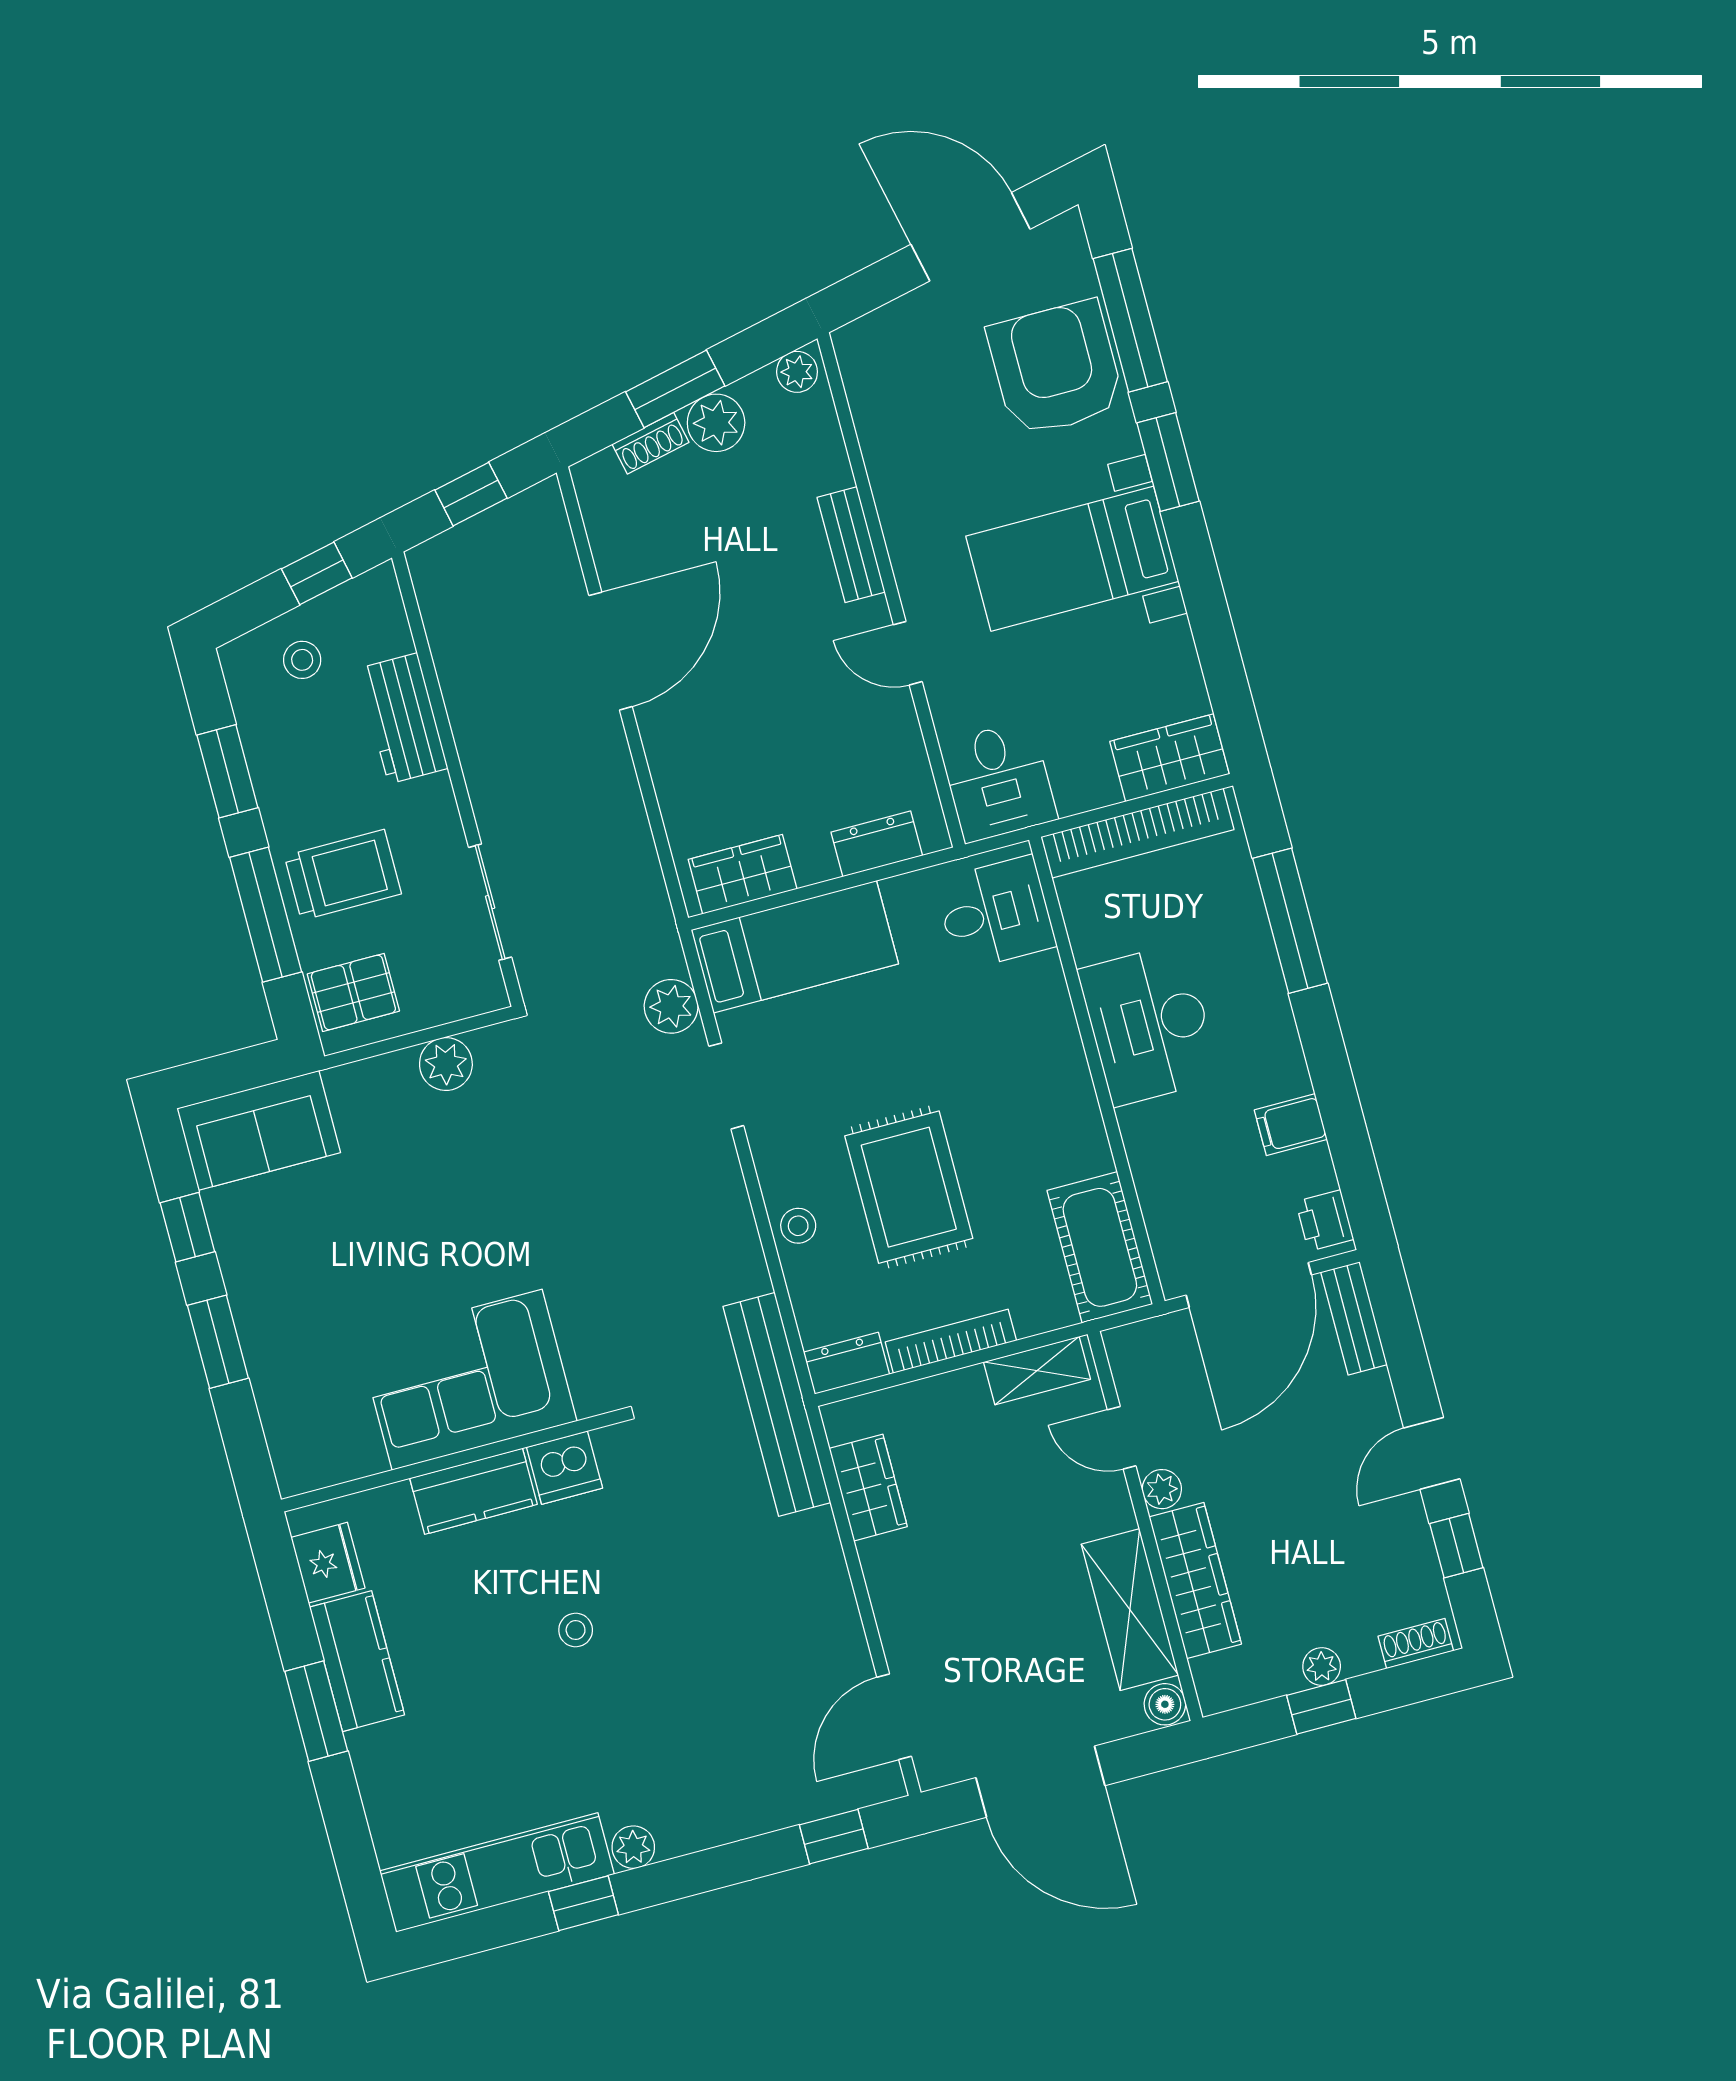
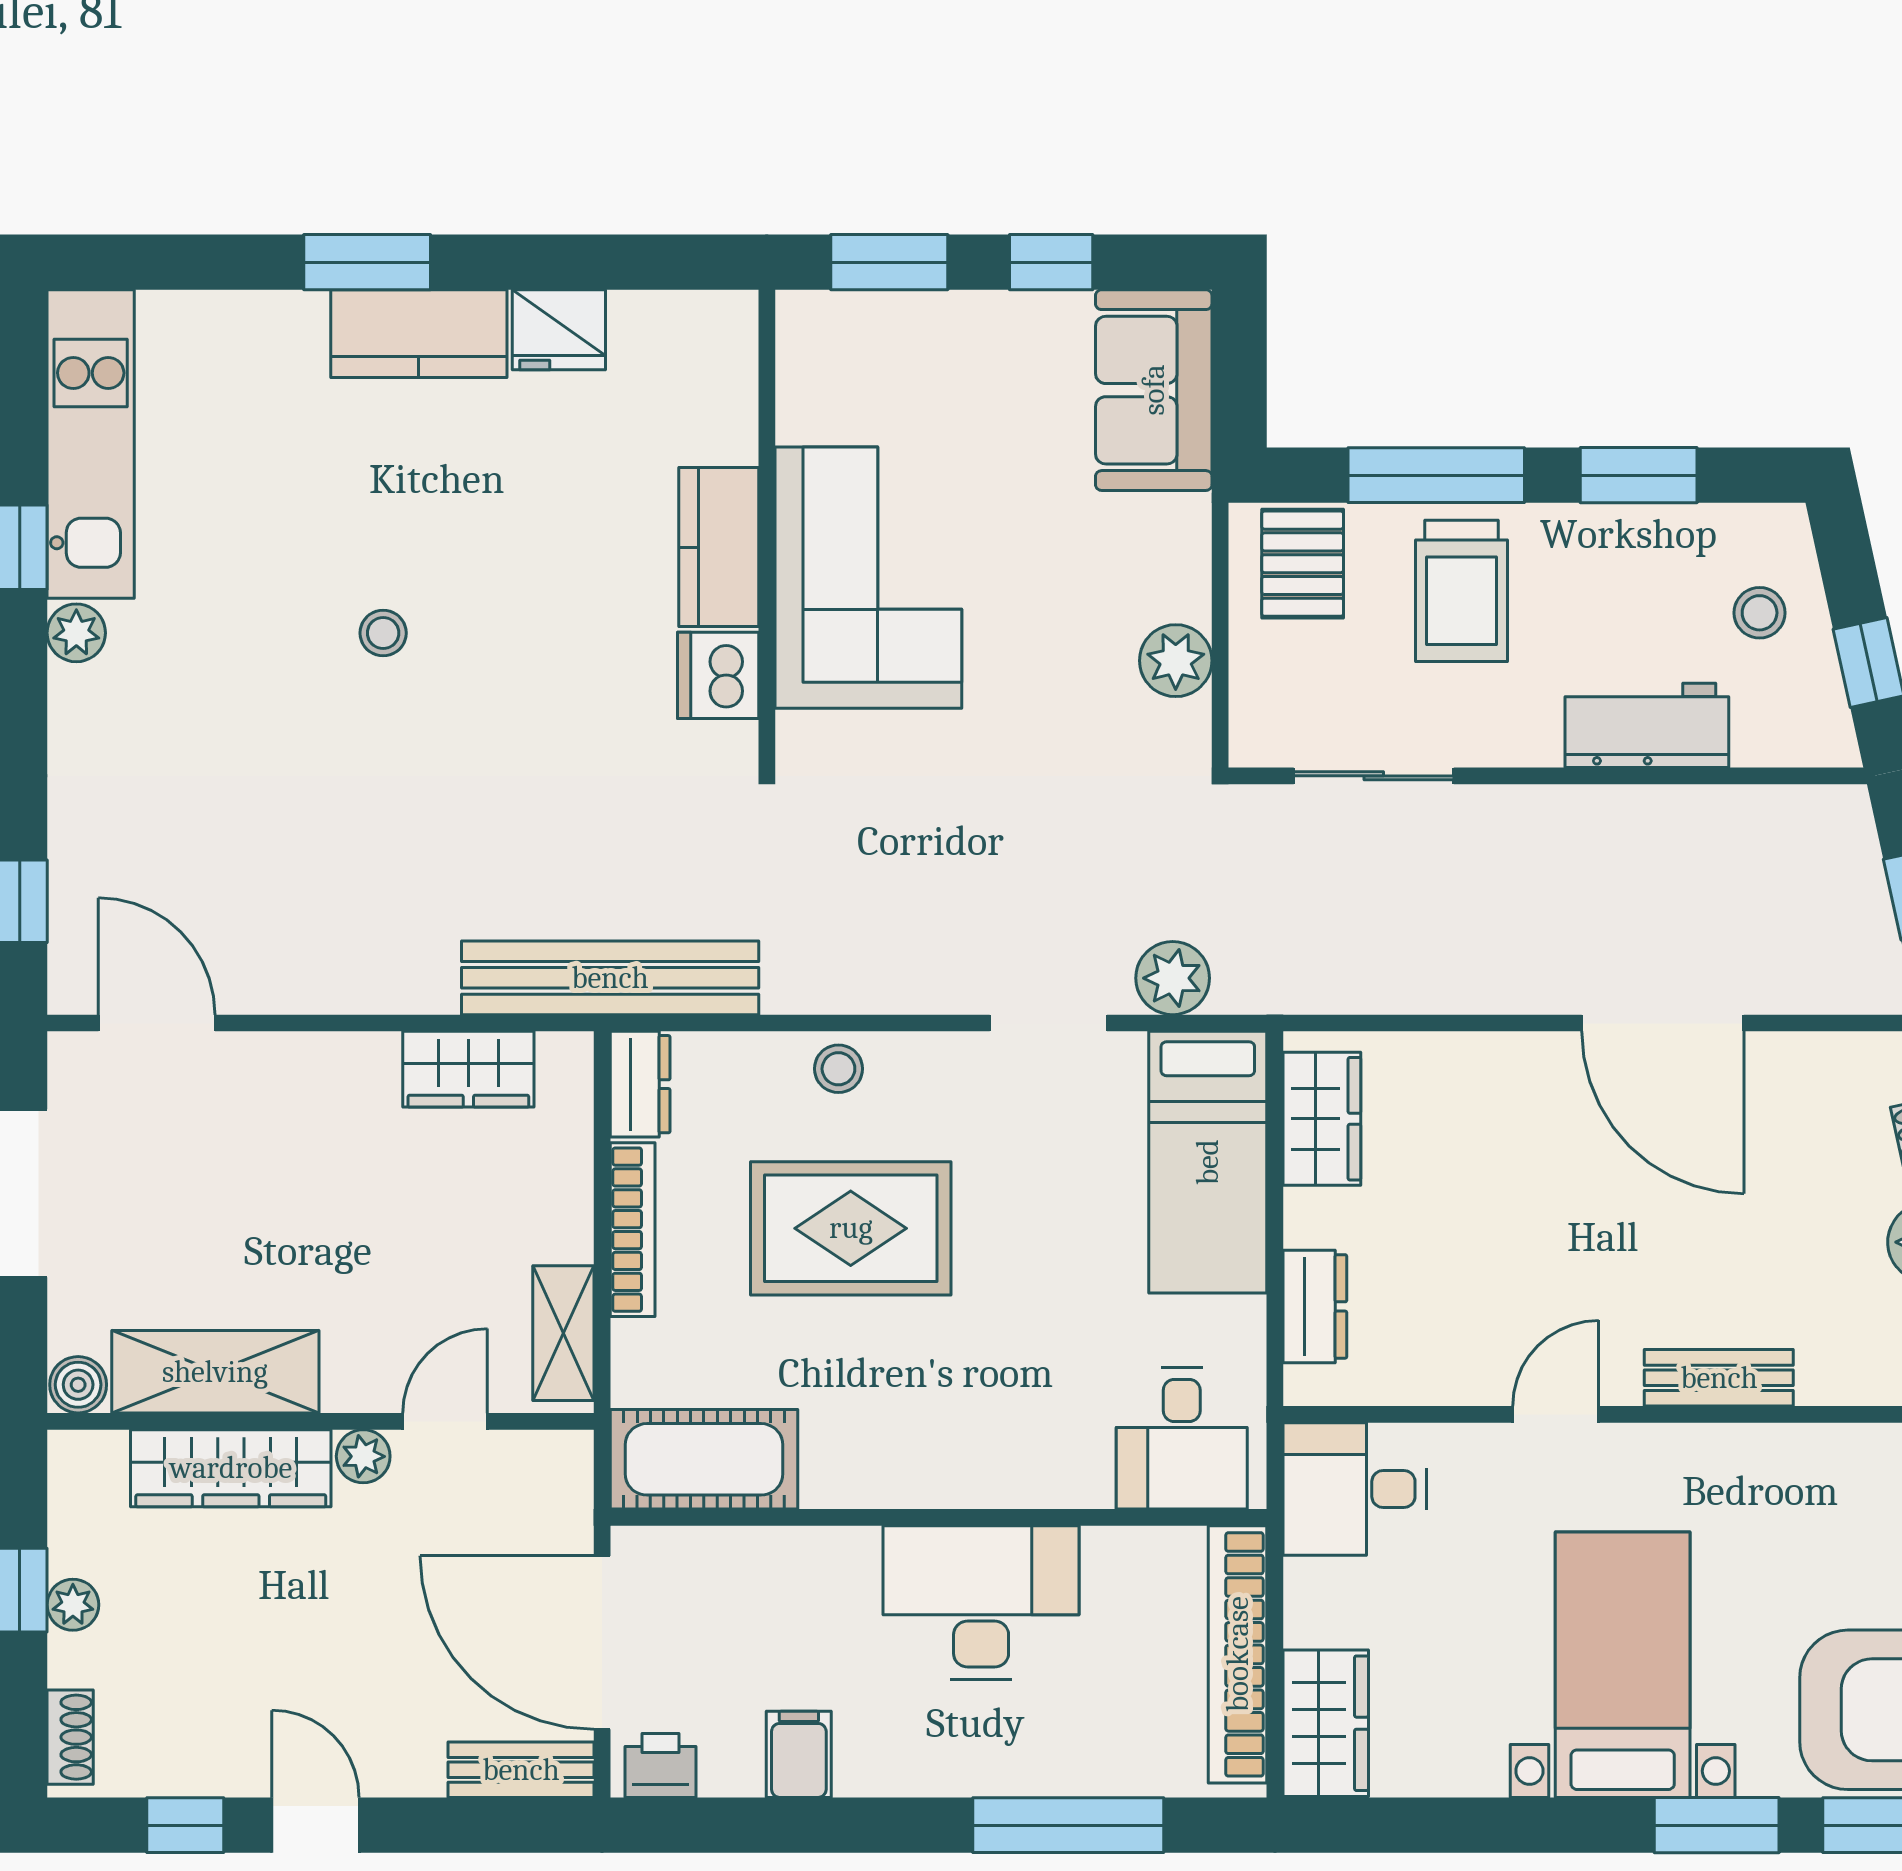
corner sofa: (467, 1380) -> (868, 578), moved
wall: (451, 1461) -> (767, 529), moved
dishwasher: (564, 1468) -> (718, 675), moved
kitchen counter: (474, 1491) -> (719, 547), moved

